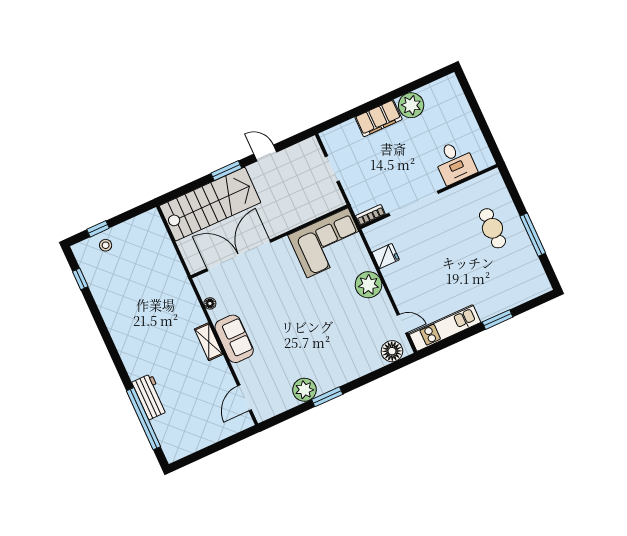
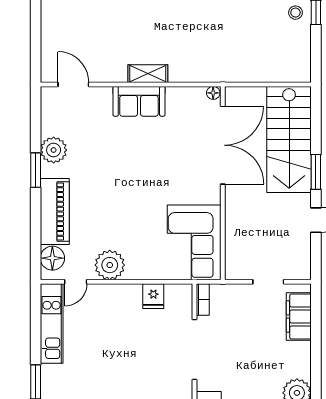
filing cabinet: (378, 118) -> (299, 316), moved
plant: (368, 285) -> (110, 265), moved
floor lamp: (210, 303) -> (213, 93), moved
piano: (354, 366) -> (55, 212), added

